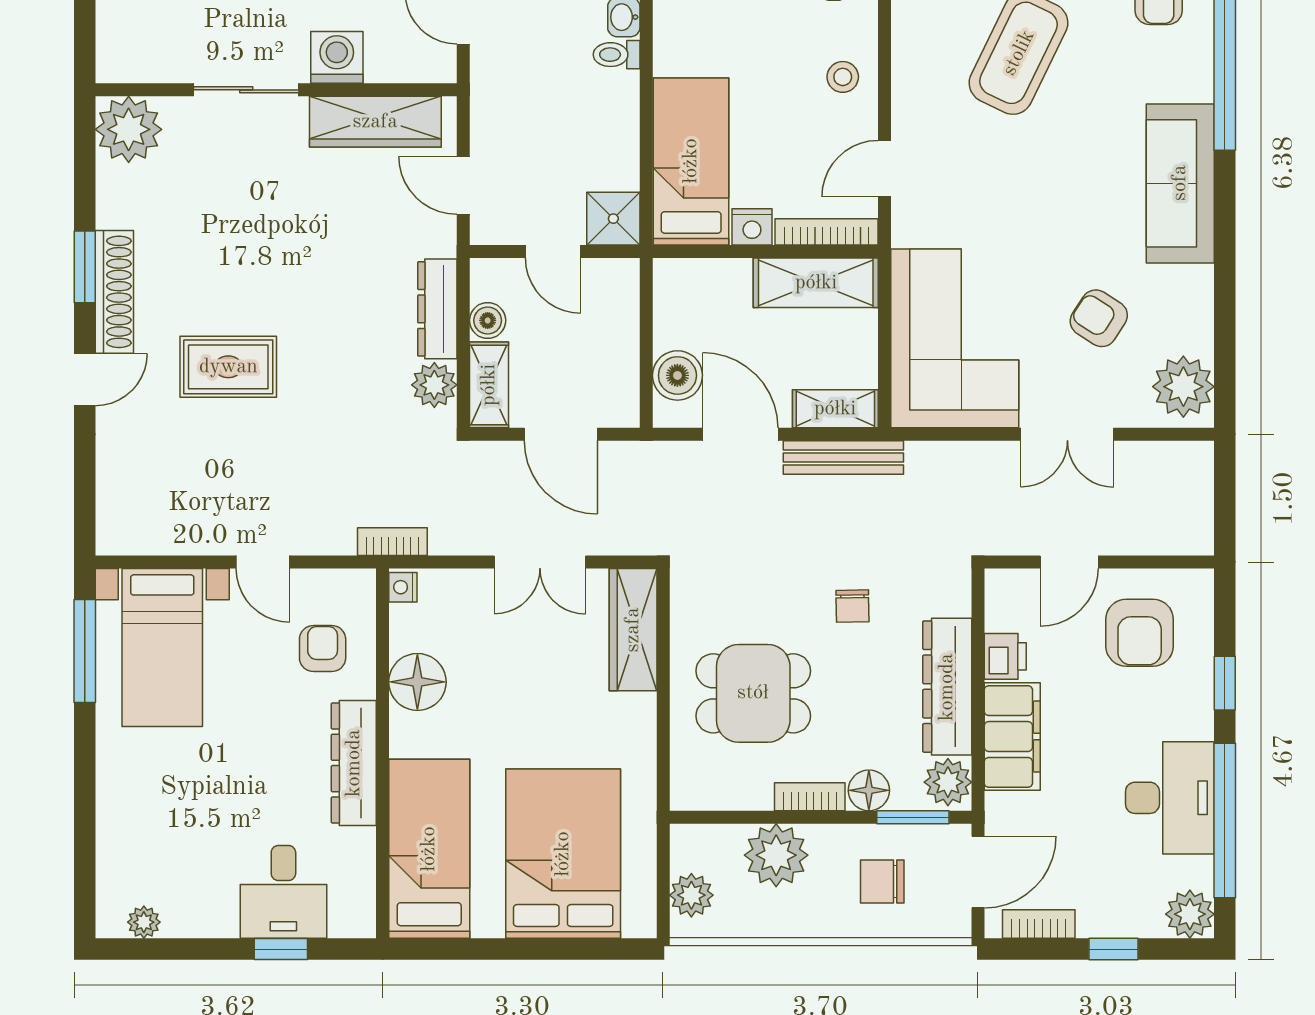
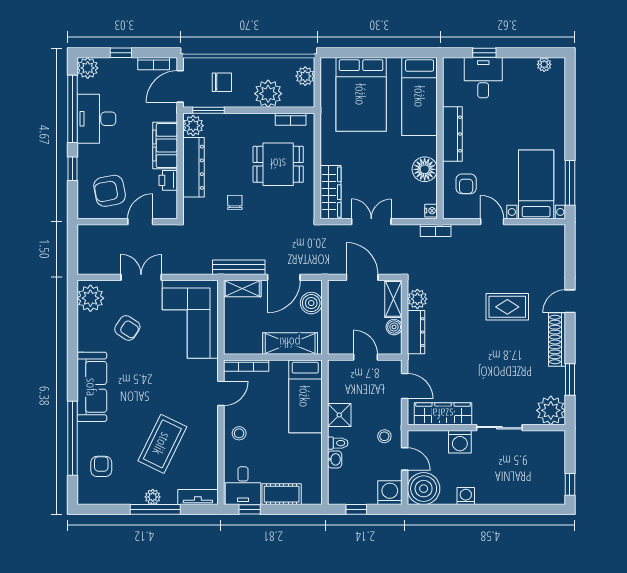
stool: (510, 70) -> (384, 436), added
shower: (613, 219) -> (339, 415), moved
nightstand: (752, 227) -> (279, 368), removed
window: (85, 267) -> (570, 379), moved
shelving: (816, 283) -> (290, 343), moved
door: (740, 434) -> (284, 277), hinge flipped
armchair: (1140, 633) -> (110, 191), turned -101
floor lamp: (869, 790) -> (228, 122), removed
bookcase: (810, 797) -> (291, 119), moved

